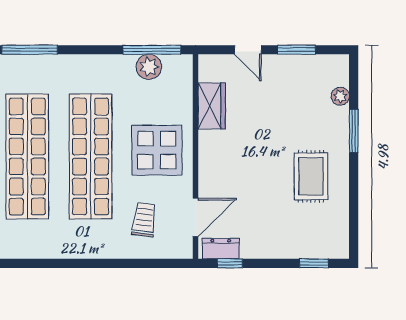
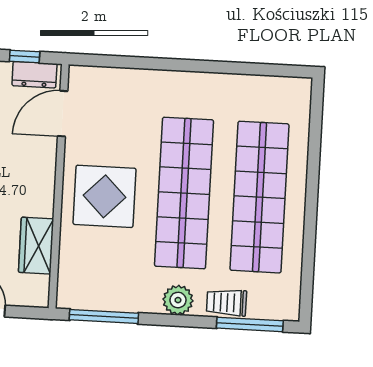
plant: (149, 67) -> (178, 300), moved
trolley: (144, 220) -> (227, 303), moved, turned 83

